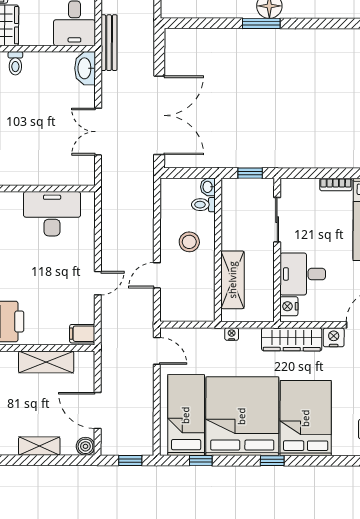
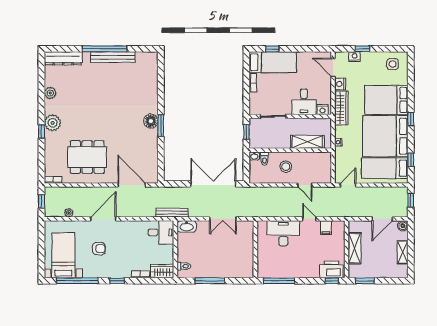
desk: (52, 214) -> (283, 233), moved, turned 90
filing cabinet: (82, 334) -> (326, 228), moved

